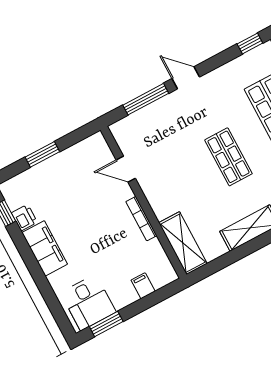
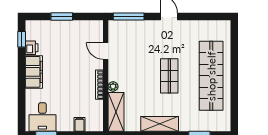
window: (250, 44) -> (217, 16), removed
window: (146, 99) -> (129, 16), moved
plant: (161, 211) -> (113, 87), added

